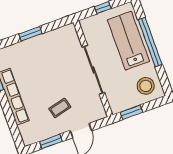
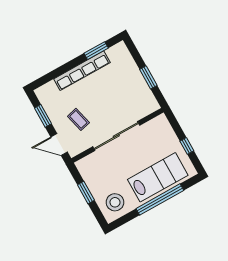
wall: (93, 69) -> (117, 135), moved
sliding door: (93, 70) -> (116, 136), moved

